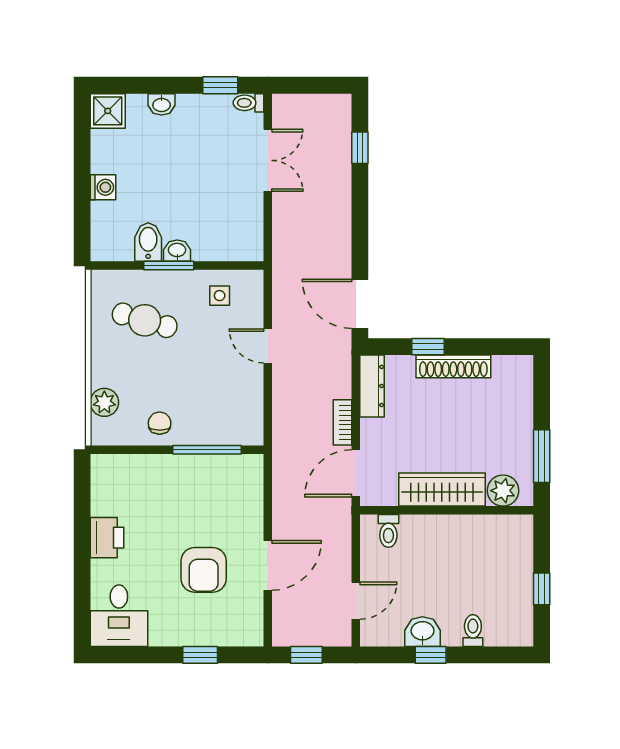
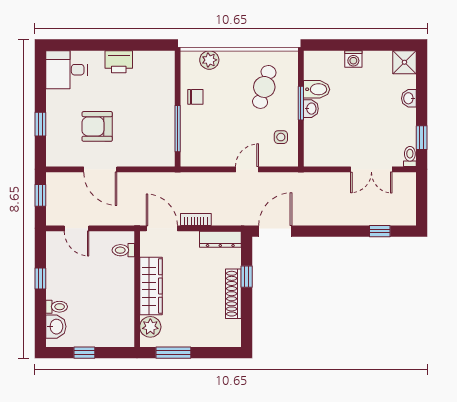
washbasin: (422, 632) -> (56, 327), moved

